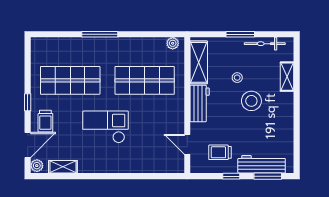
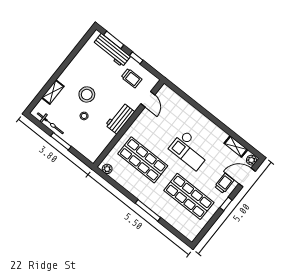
shelving: (199, 62) -> (100, 144), removed

